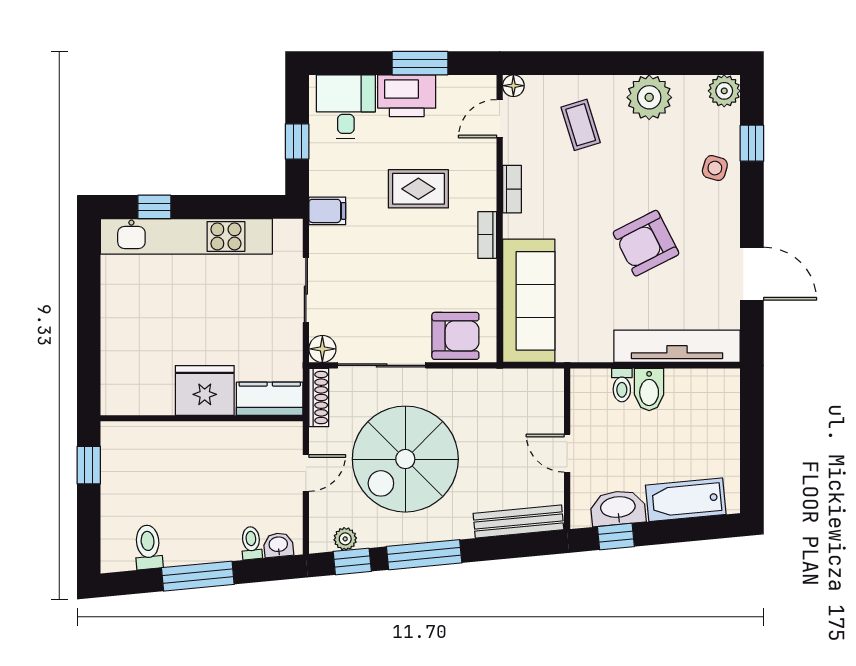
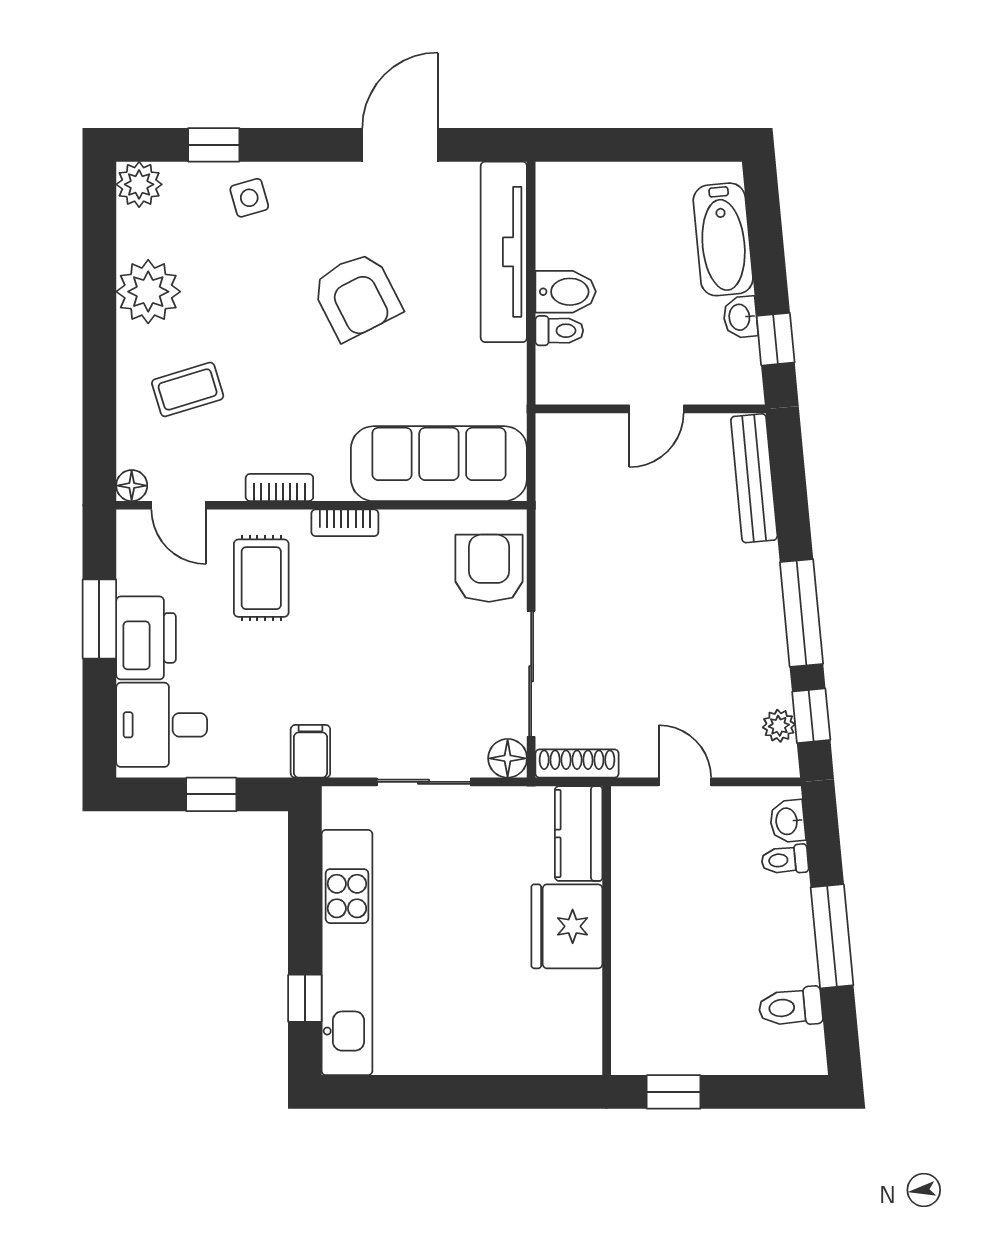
side table: (715, 168) -> (249, 198), turned -32
rug: (418, 189) -> (261, 578), moved
spiral stairs: (405, 459) -> (665, 640), removed
washbasin: (618, 508) -> (740, 317), width x0.52, depth x0.69

